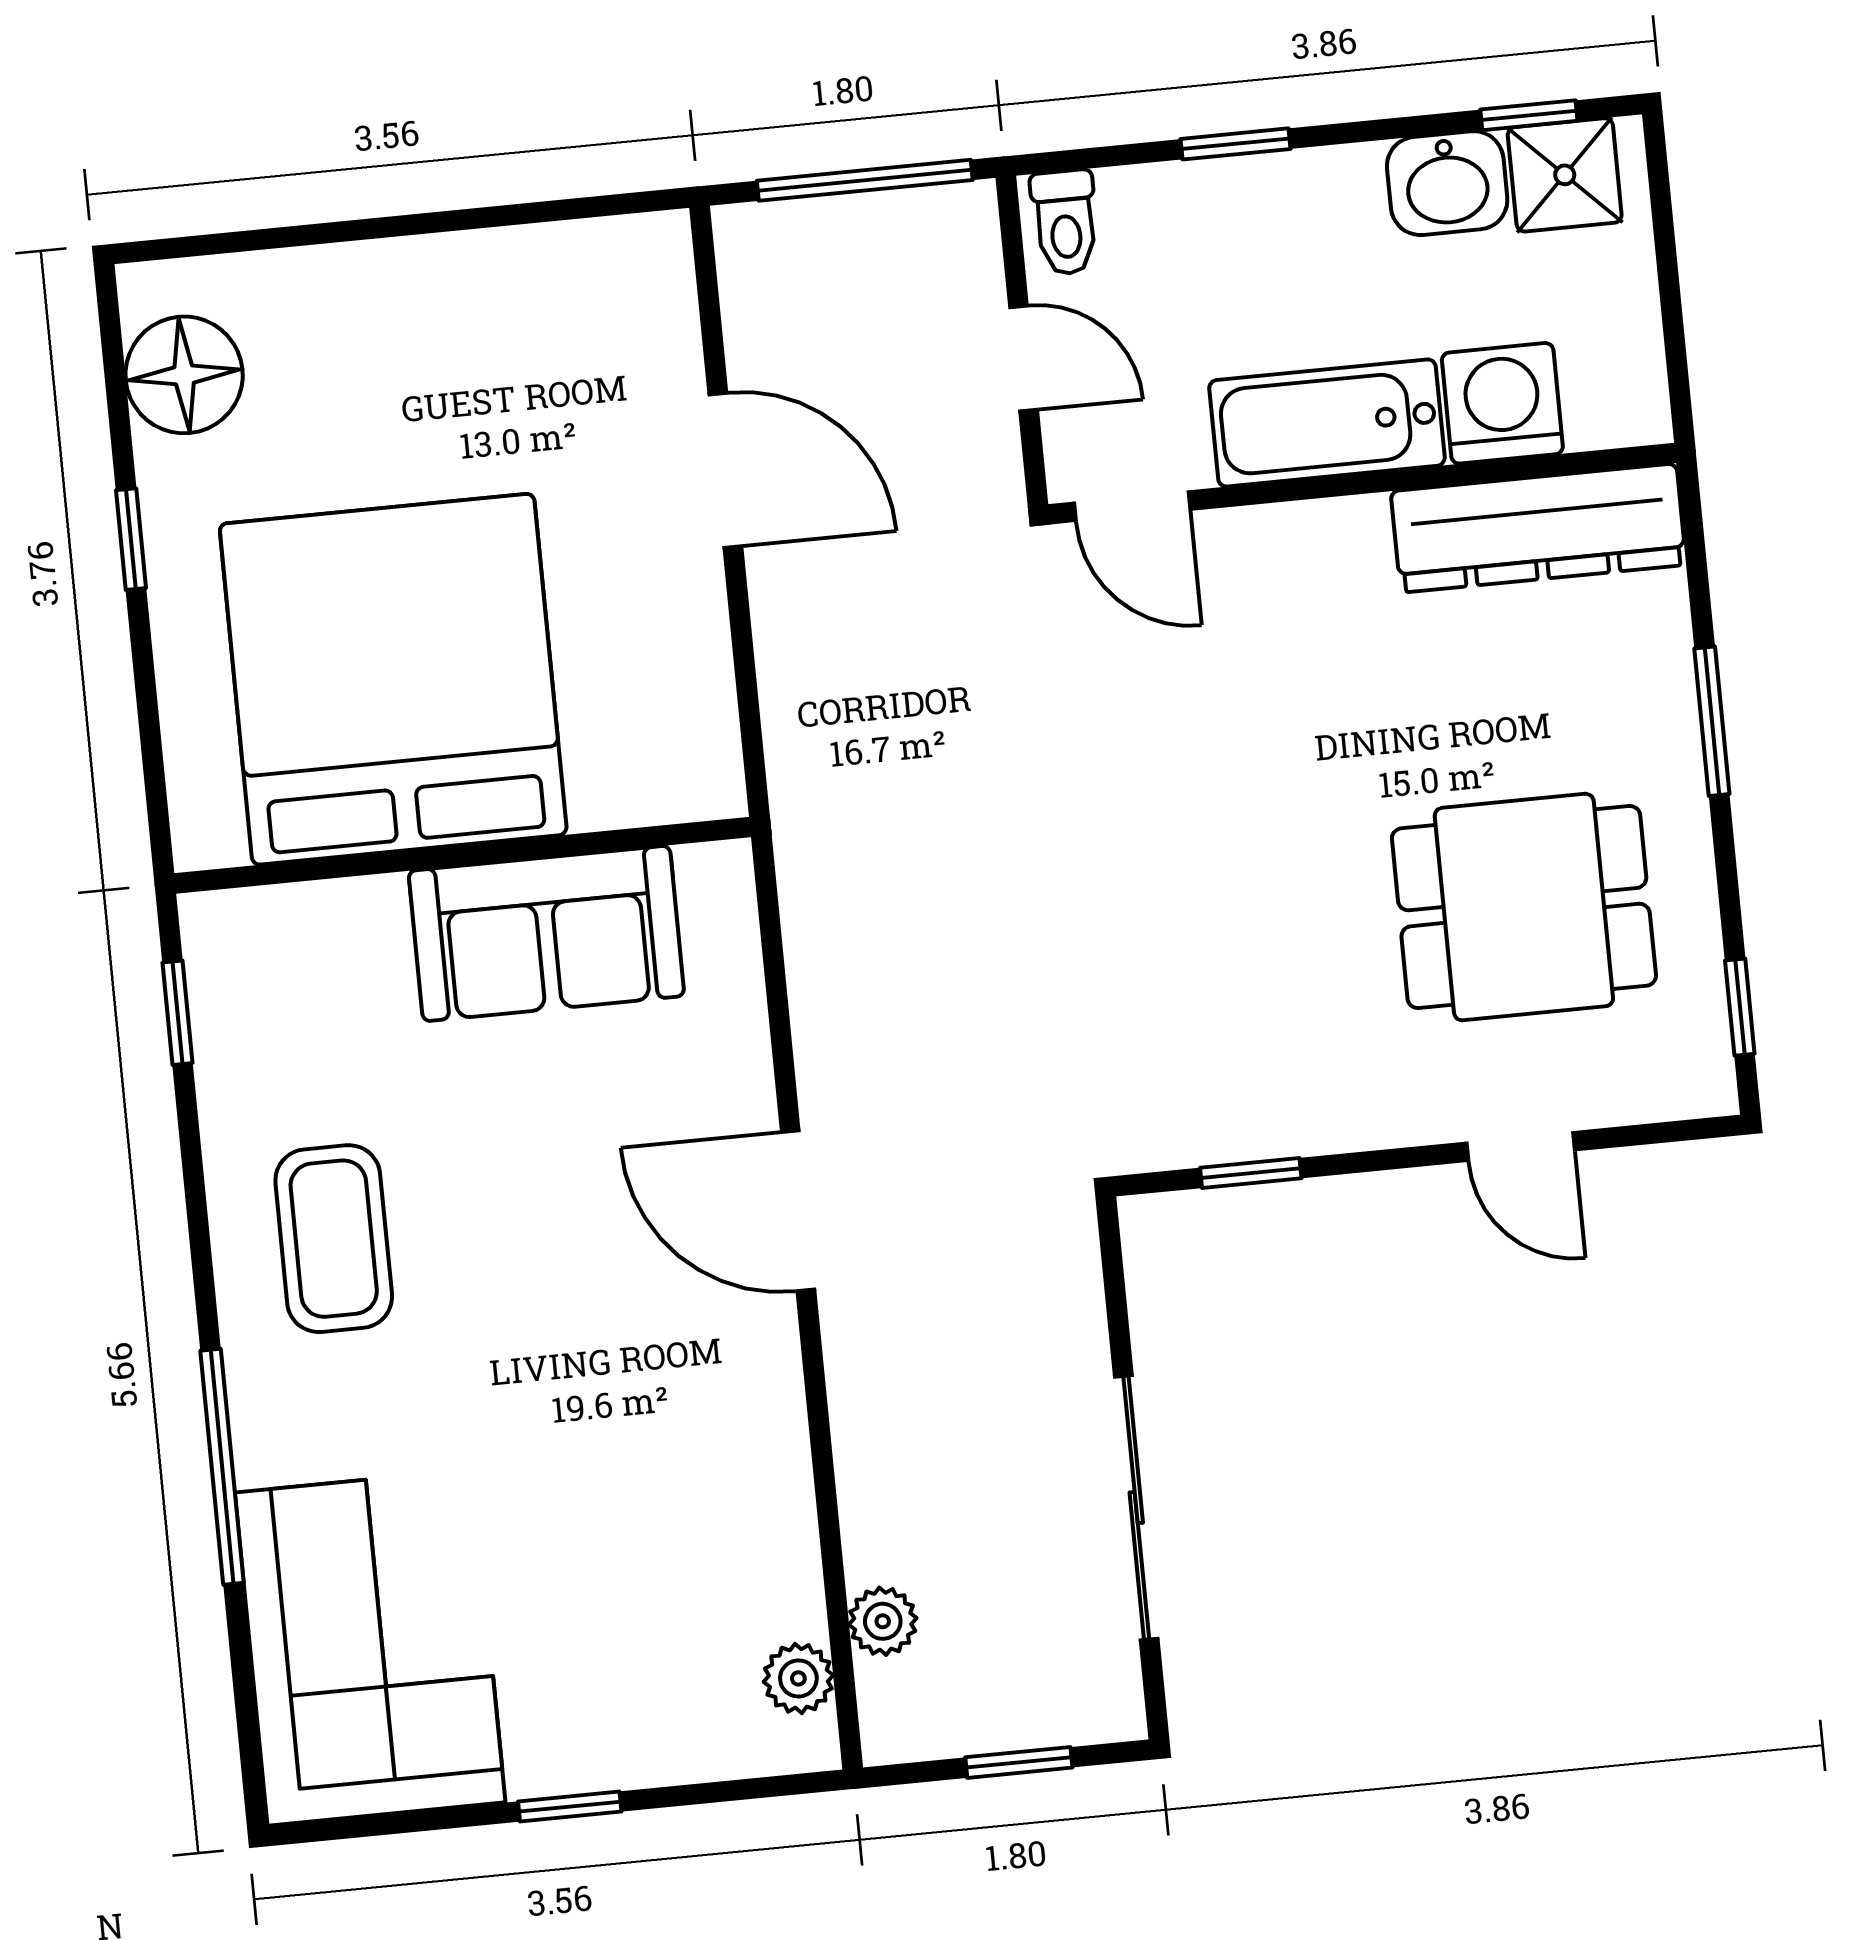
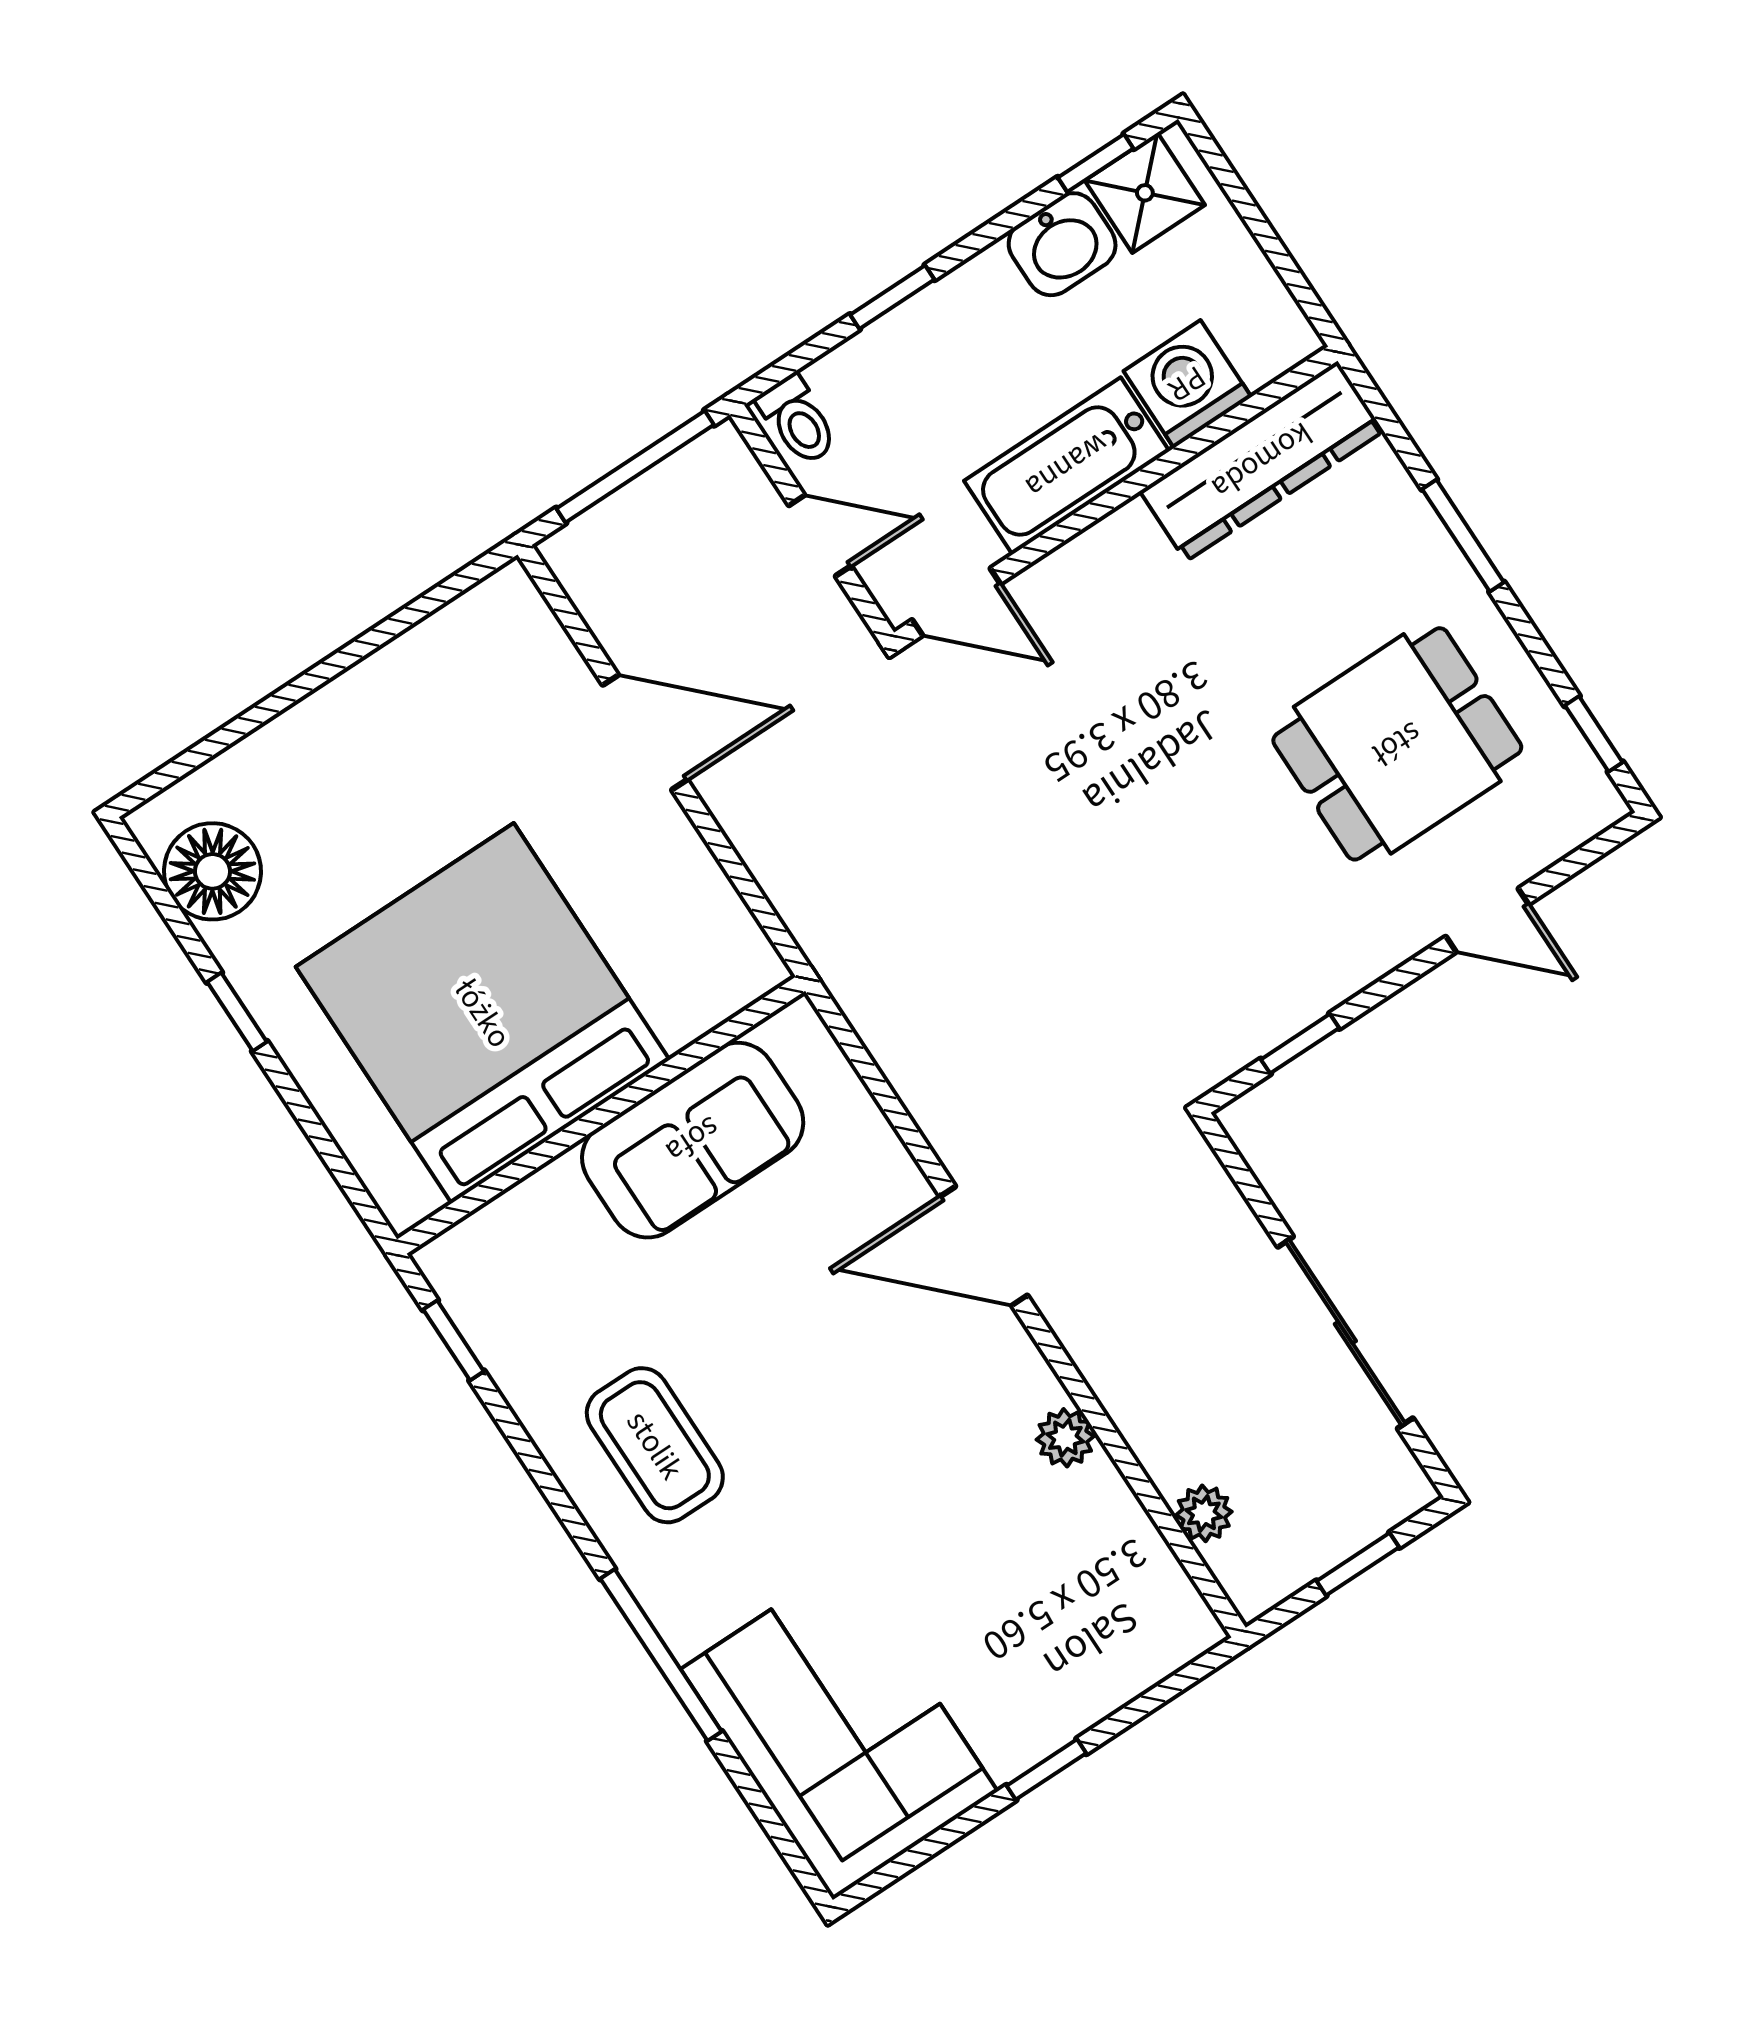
plant: (798, 1678) -> (1065, 1438), moved

